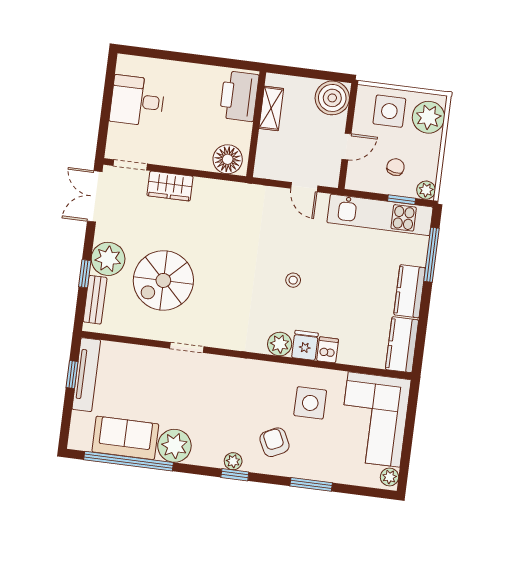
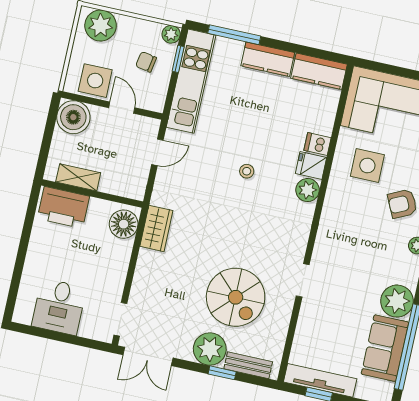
side table: (389, 111) -> (95, 81), moved
wardrobe: (170, 186) -> (156, 228), moved

